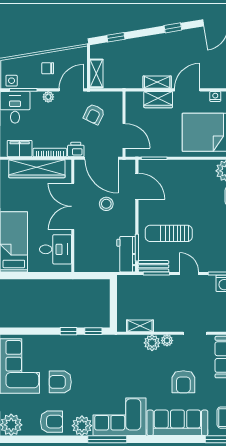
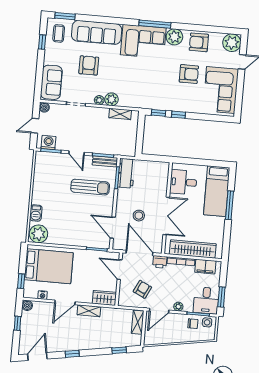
chair: (48, 68) -> (193, 324), moved
wardrobe: (158, 100) -> (104, 298), moved

